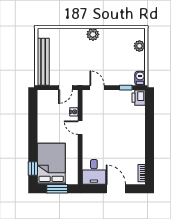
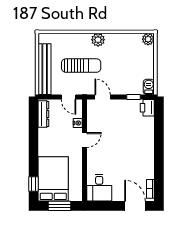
plant: (139, 46) -> (148, 39), moved
sun lounger: (77, 58) -> (81, 66), added
door: (65, 88) -> (68, 97), hinge flipped
dresser: (42, 103) -> (43, 114), added
door: (80, 128) -> (84, 140), swing flipped
door: (116, 189) -> (135, 206), moved

